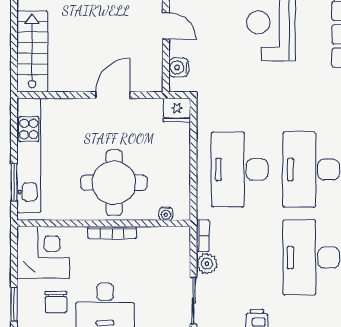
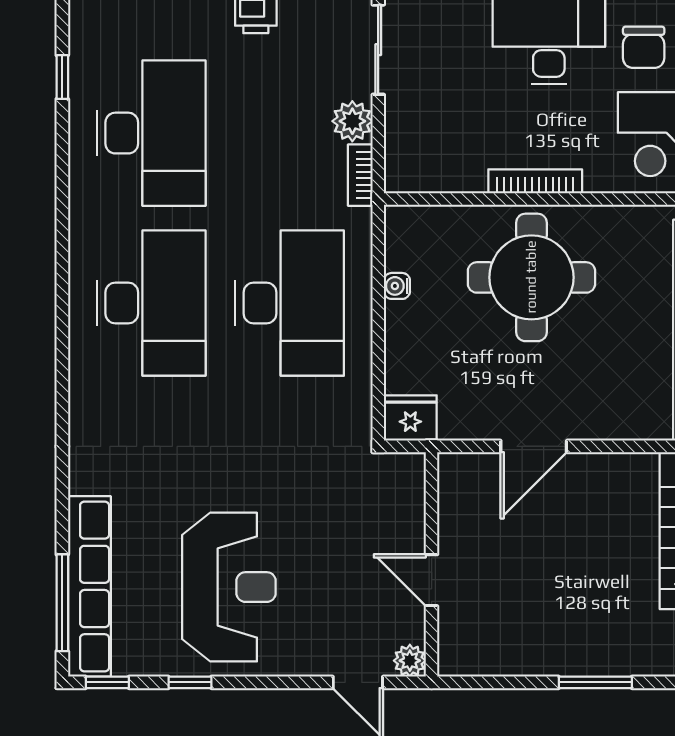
water cooler: (179, 67) -> (407, 500), removed
water cooler: (166, 214) -> (397, 286), moved, turned -90
chair: (56, 302) -> (644, 47), turned 180

